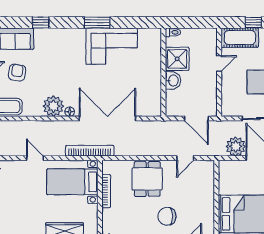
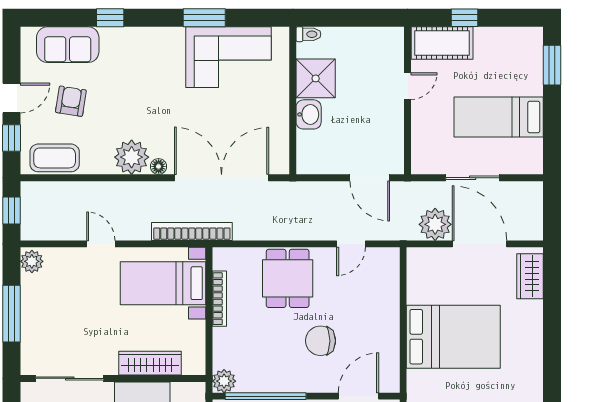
toilet: (173, 32) -> (308, 34), moved
shower: (177, 59) -> (316, 78), moved
wall: (163, 72) -> (293, 101), moved
washbasin: (173, 81) -> (309, 114), moved

